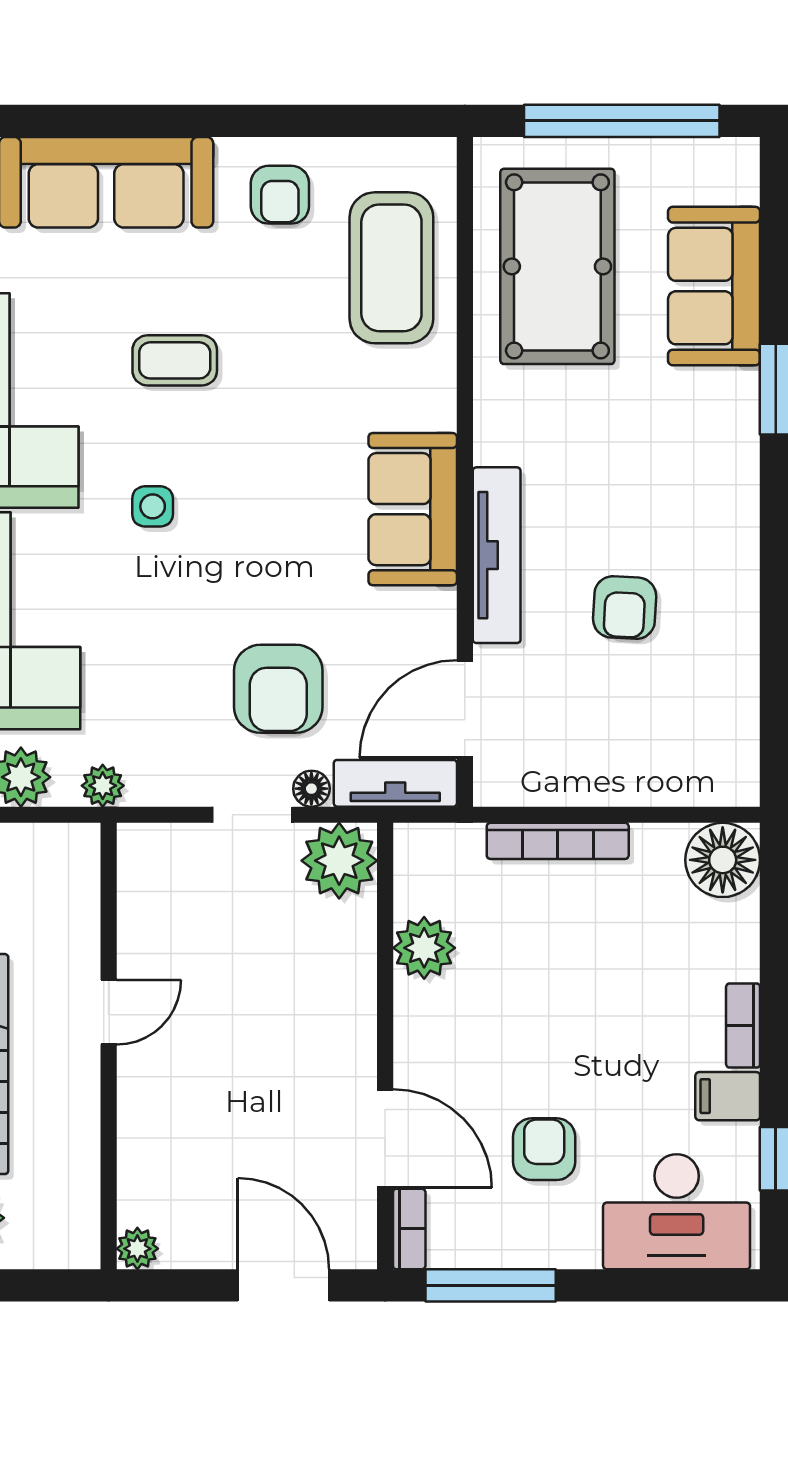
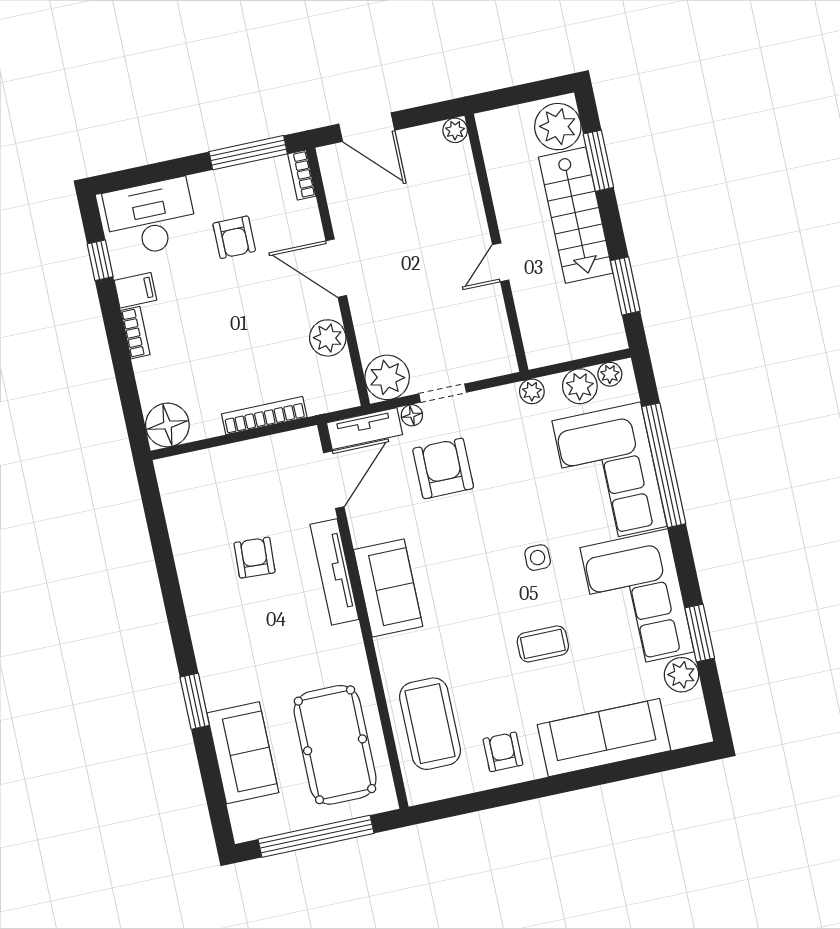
door: (385, 1138) -> (336, 268), moved

